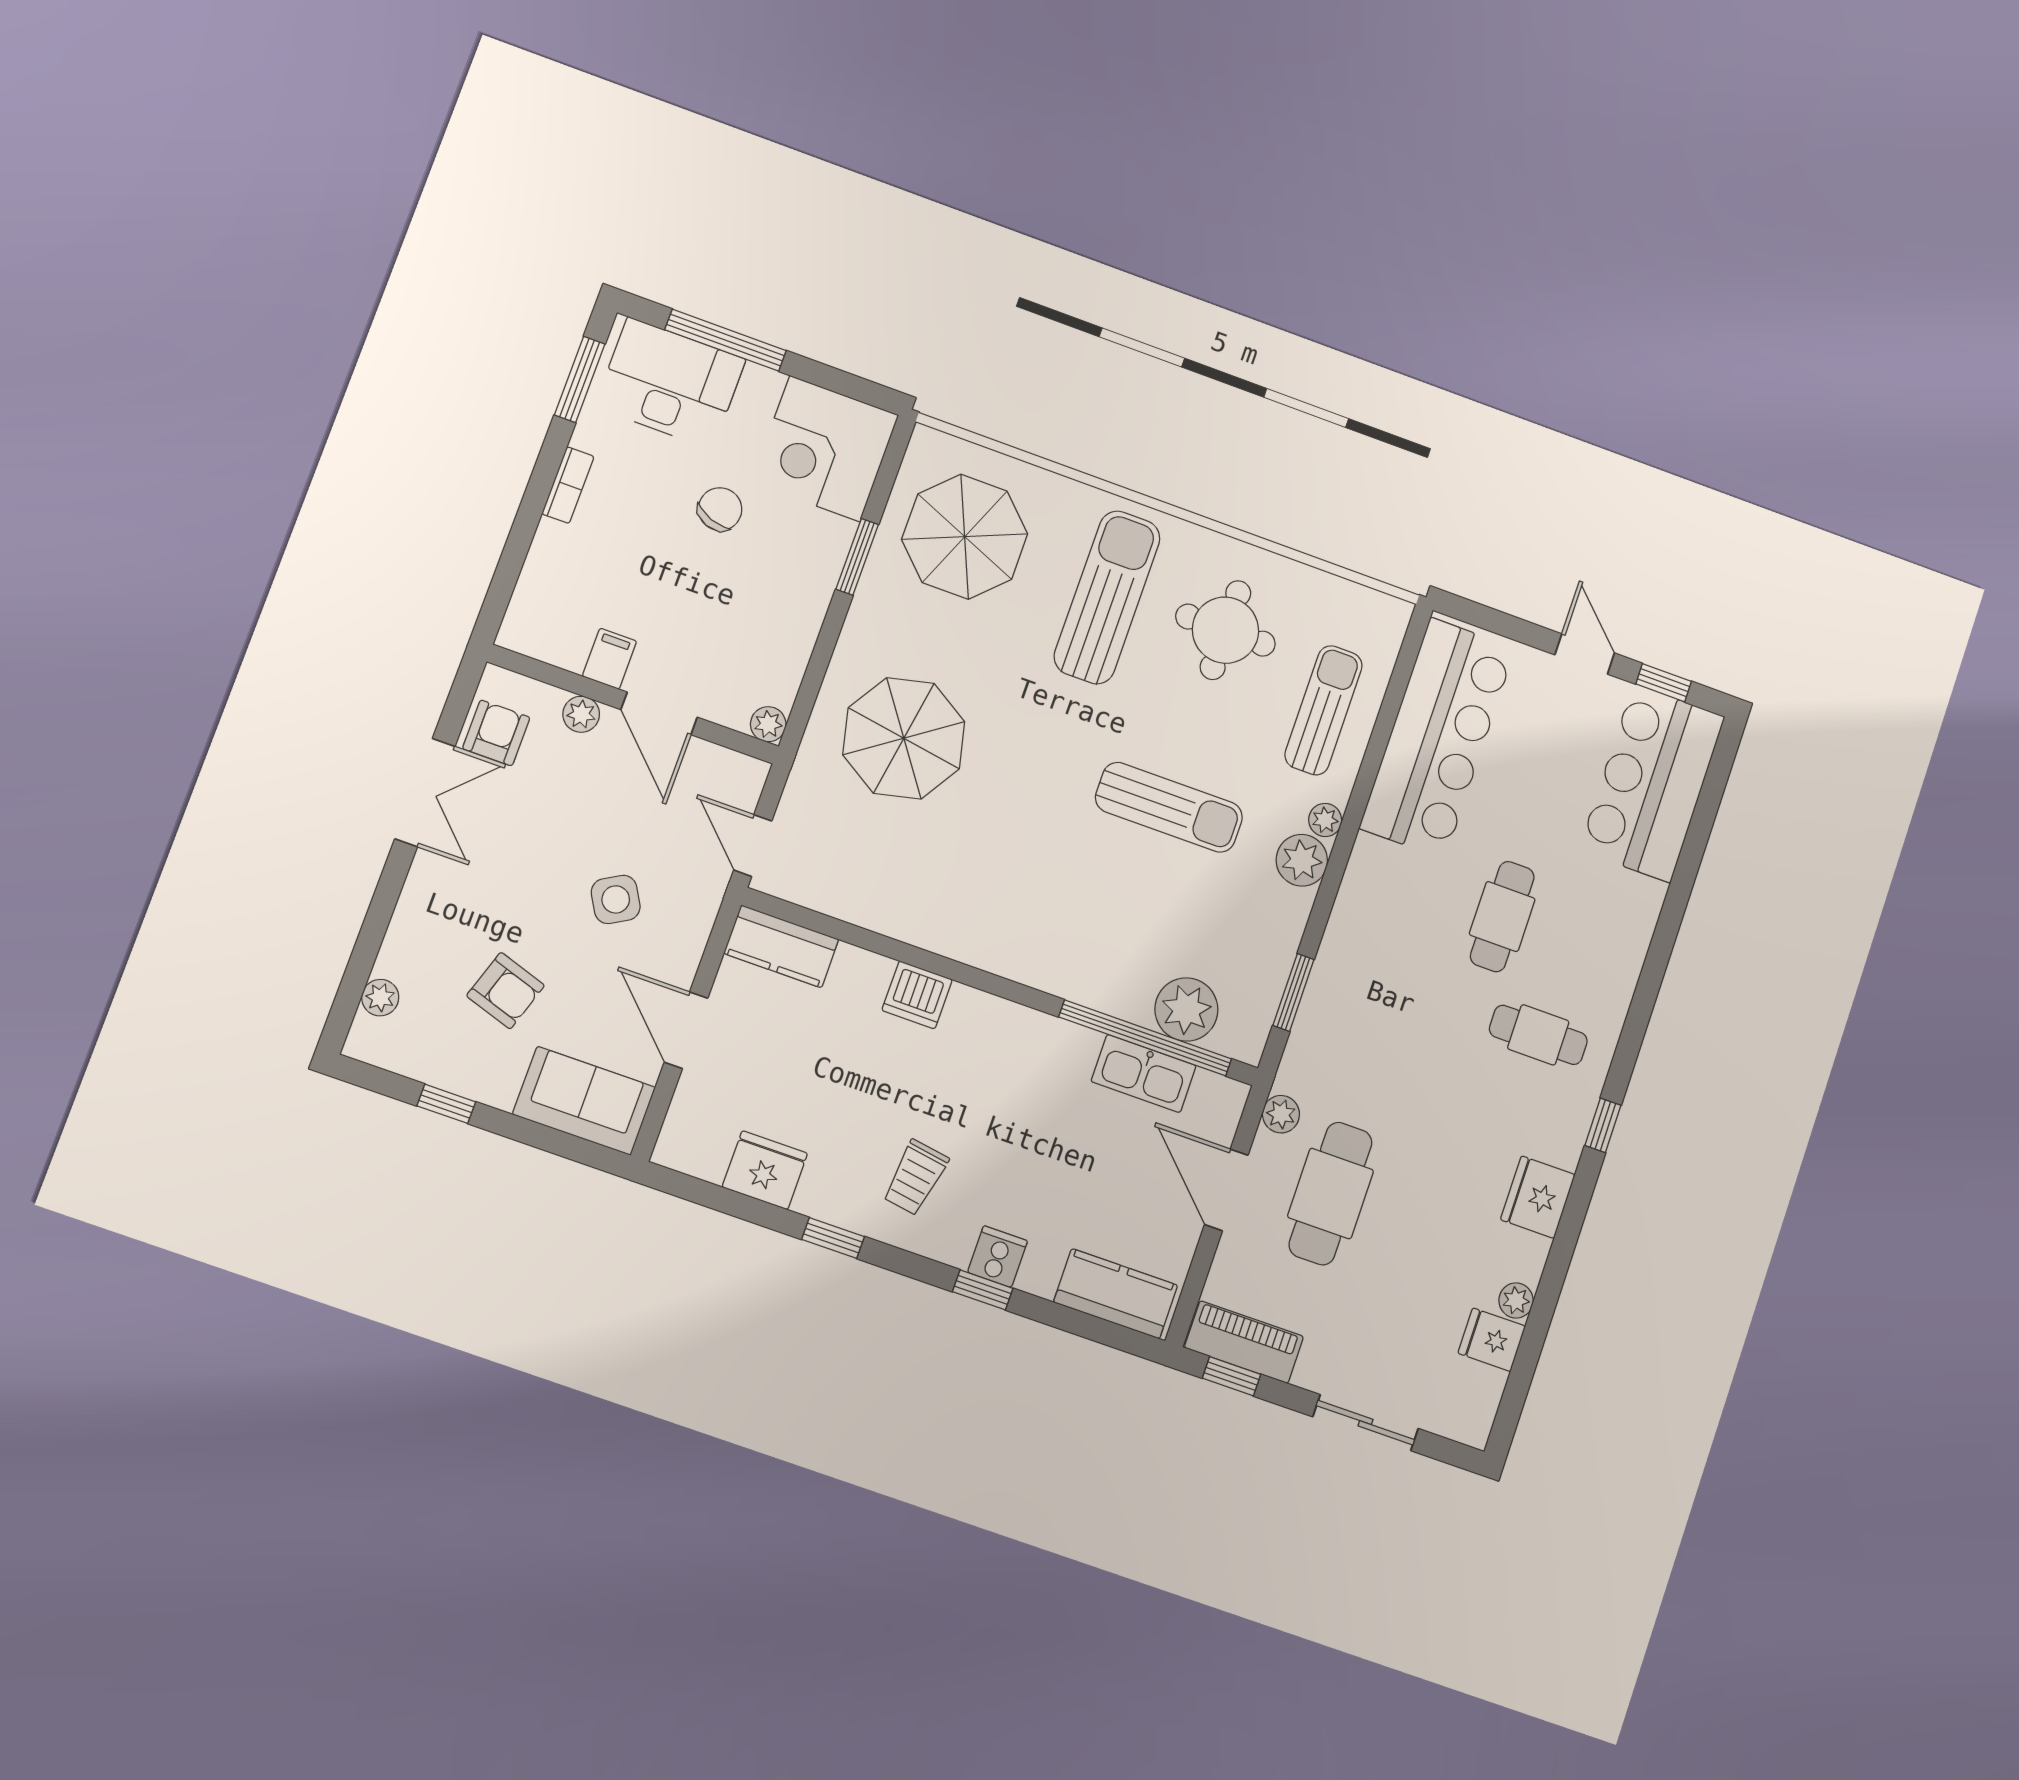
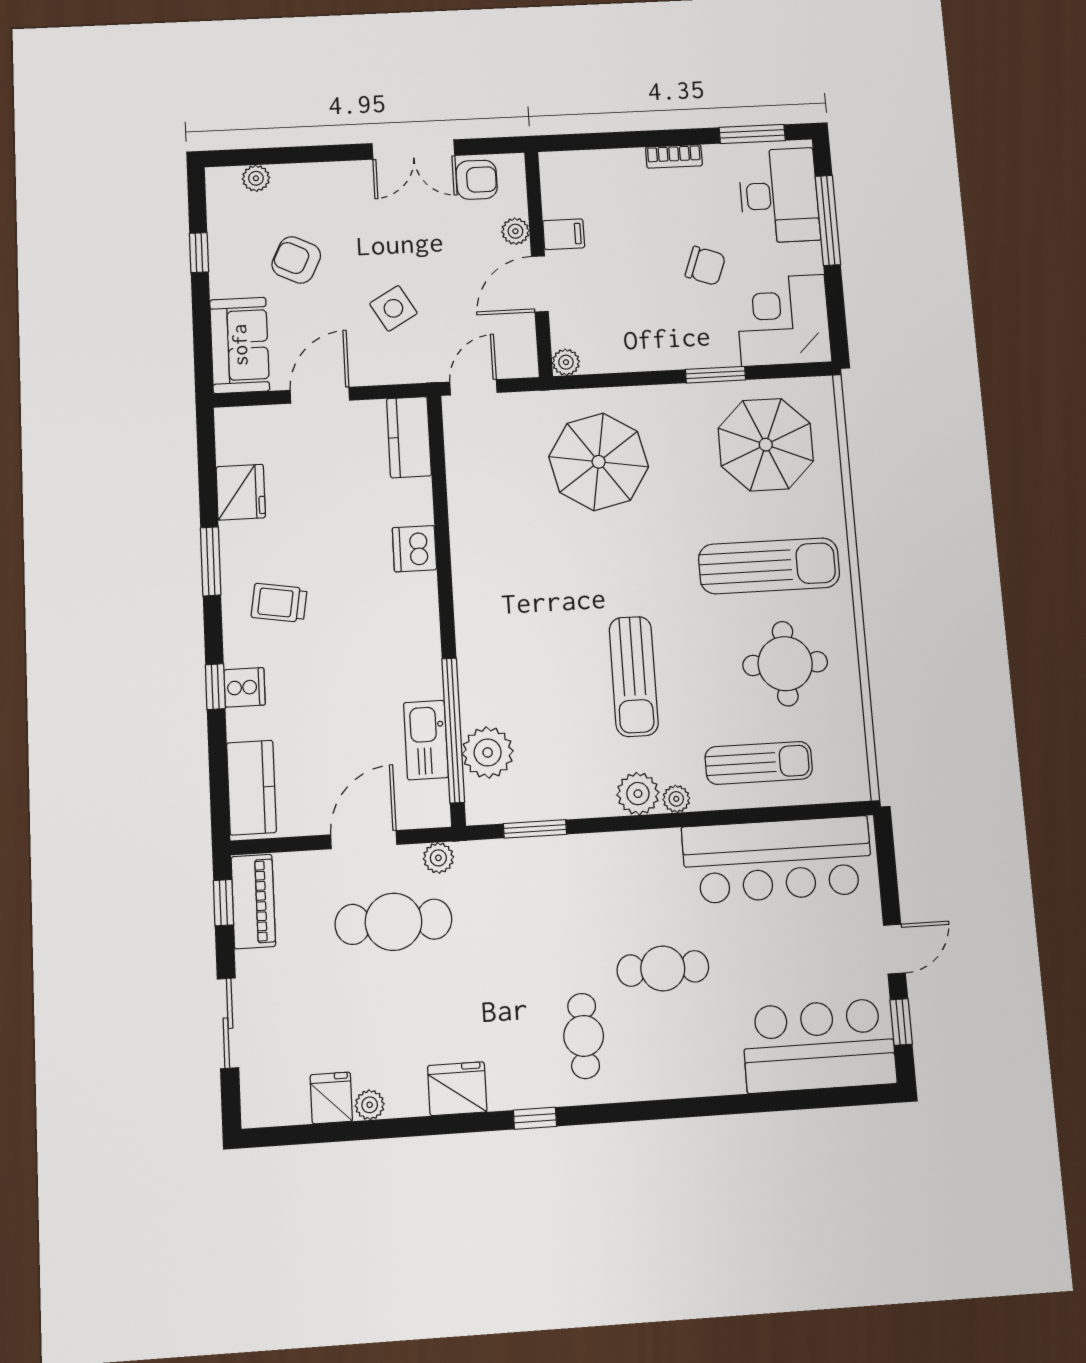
armchair: (506, 991) -> (296, 260), turned 98
window: (833, 1238) -> (211, 561), width x1.50

